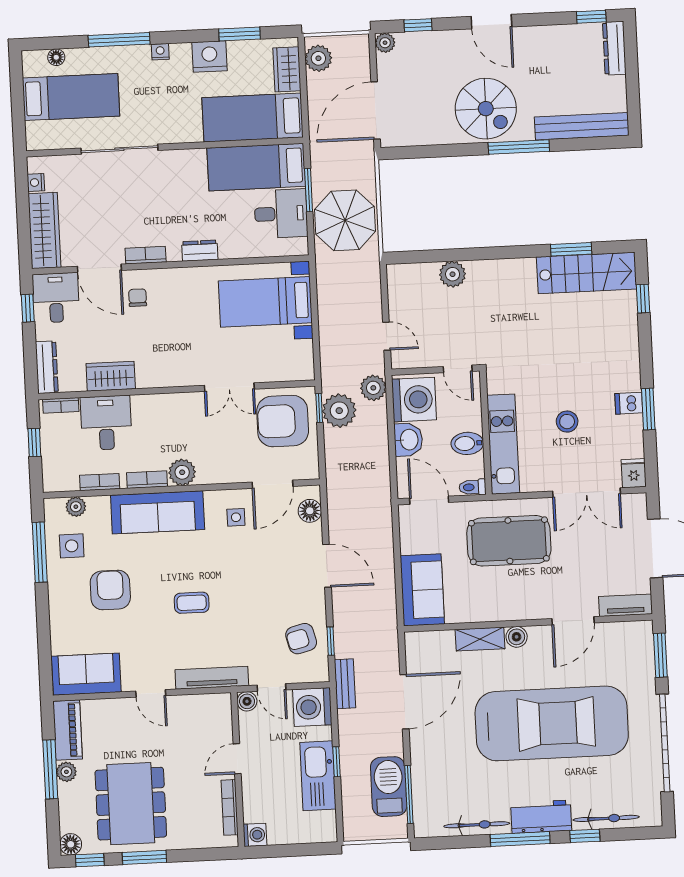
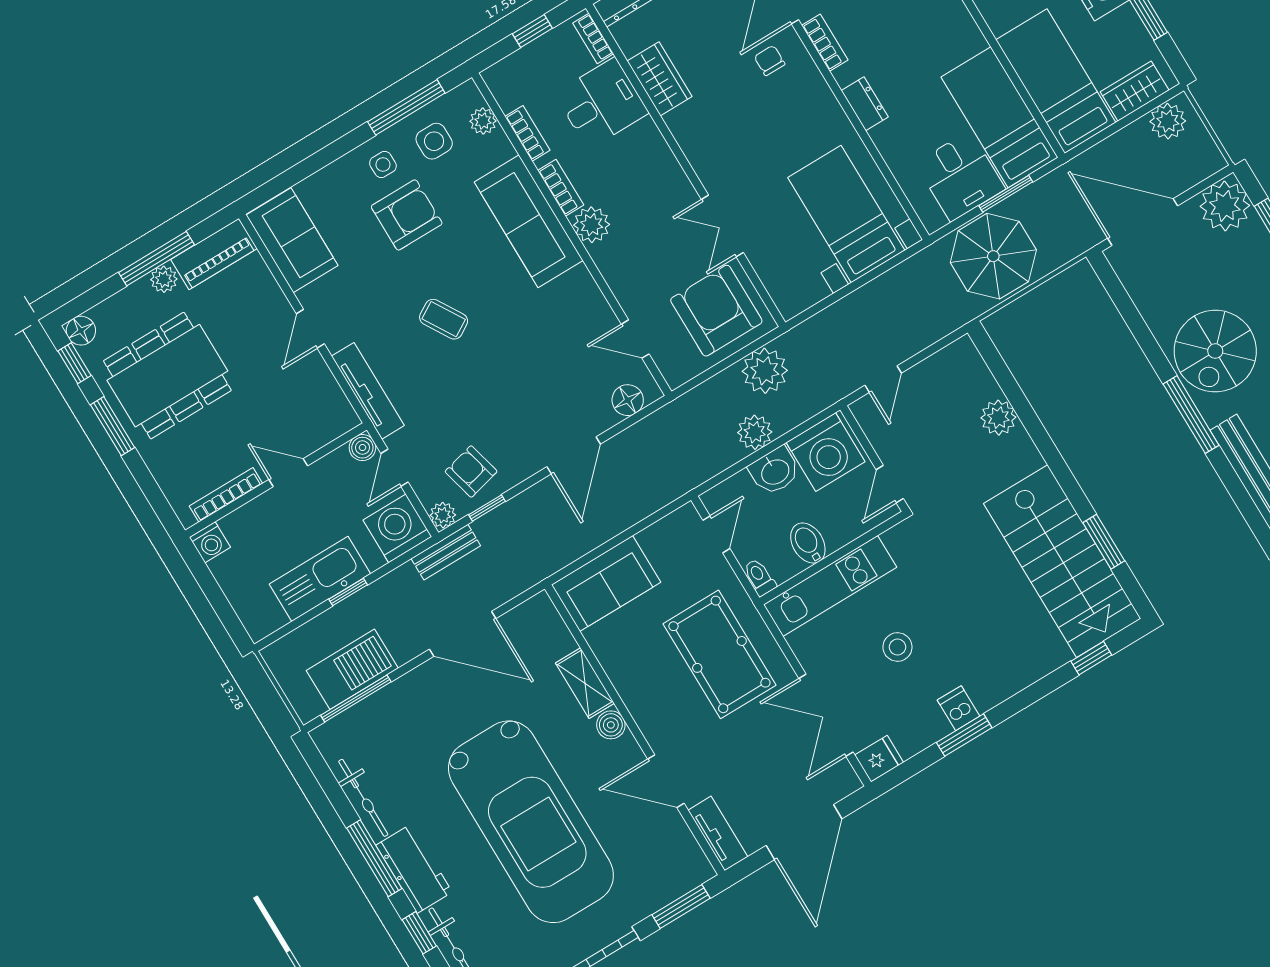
plant: (385, 43) -> (1225, 206), width x1.88, depth x1.88
stairs: (587, 273) -> (1062, 561), width x1.36, depth x1.51
chair: (138, 298) -> (770, 60), turned -90
plant: (373, 388) -> (755, 432), moved
window: (319, 408) -> (755, 345), removed
door: (272, 484) -> (635, 339), width x0.73
door: (429, 500) -> (716, 534), width x0.73
side table: (236, 517) -> (383, 165), moved
coffee table: (192, 603) -> (444, 319), turned -31
plant: (320, 673) -> (443, 515), added

